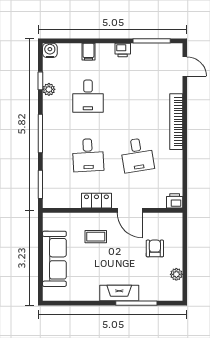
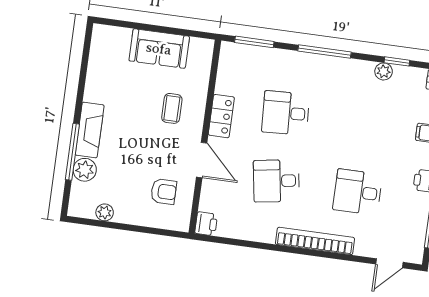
desk: (88, 96) -> (358, 192), moved
door: (130, 210) -> (202, 160), swing flipped
armchair: (155, 248) -> (164, 192), moved
sofa: (54, 259) -> (159, 49), width x0.73
plant: (148, 293) -> (85, 170), added

